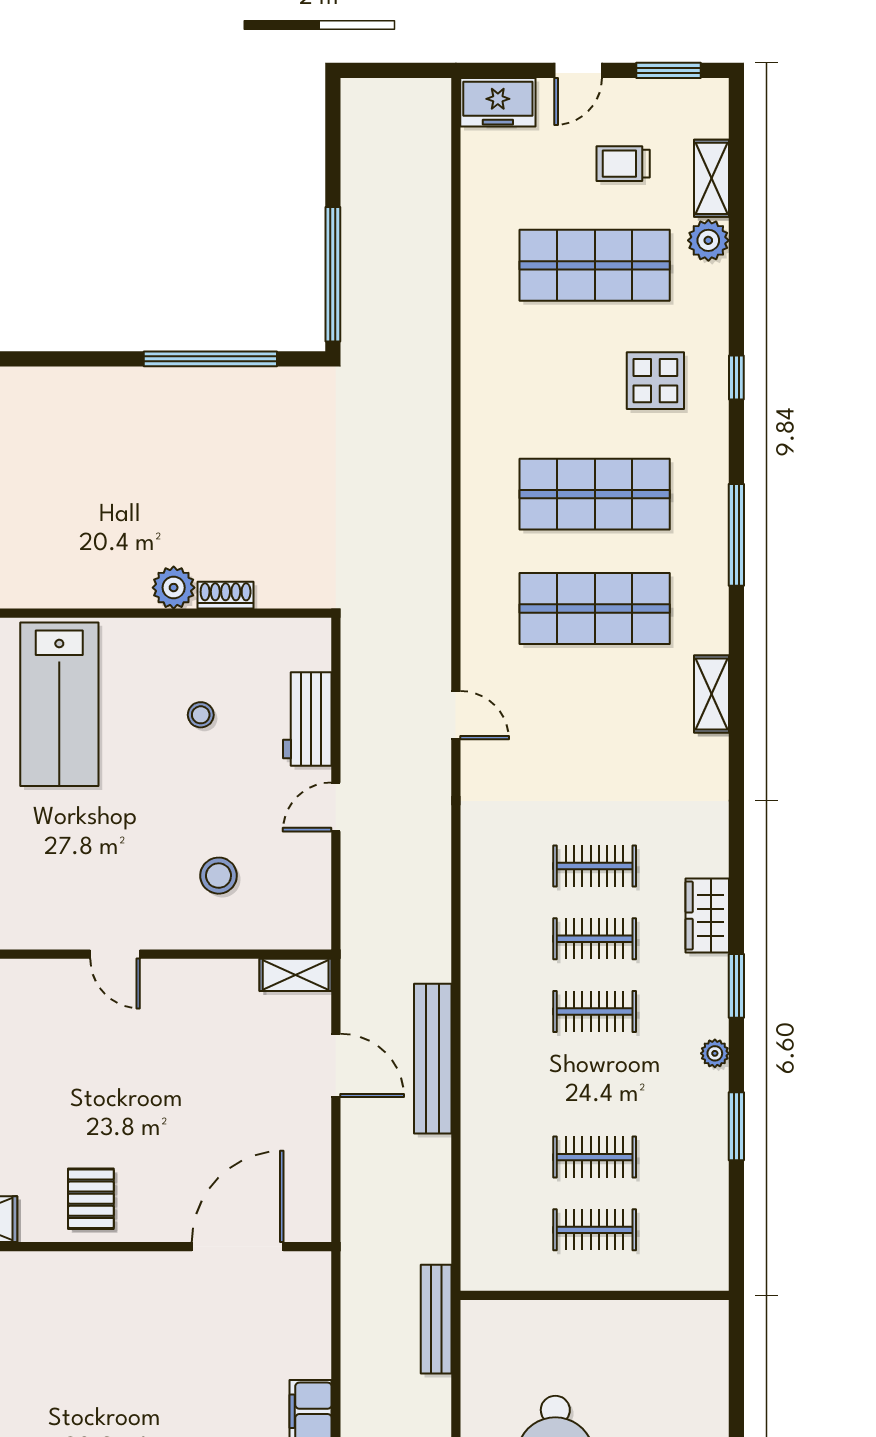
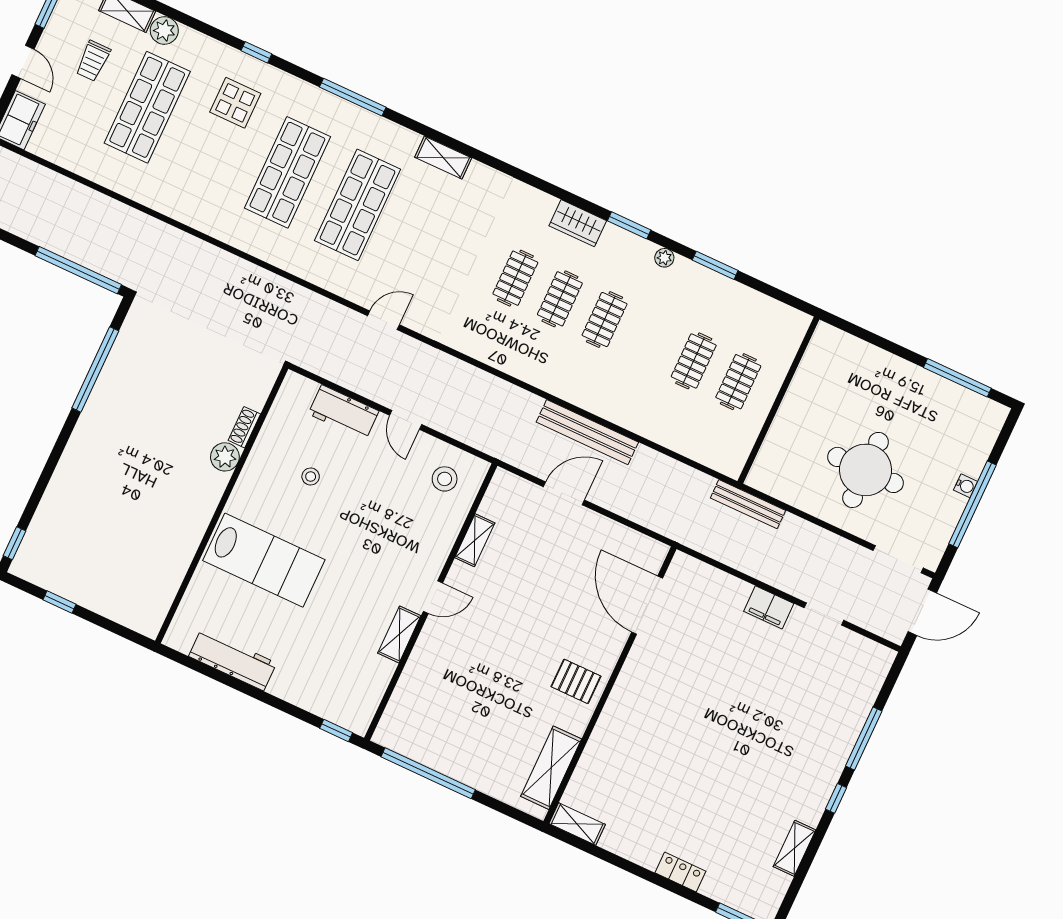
stool: (219, 876) -> (445, 479), moved
shelving: (44, 932) -> (399, 634), added
shelving: (296, 975) -> (475, 540), moved

